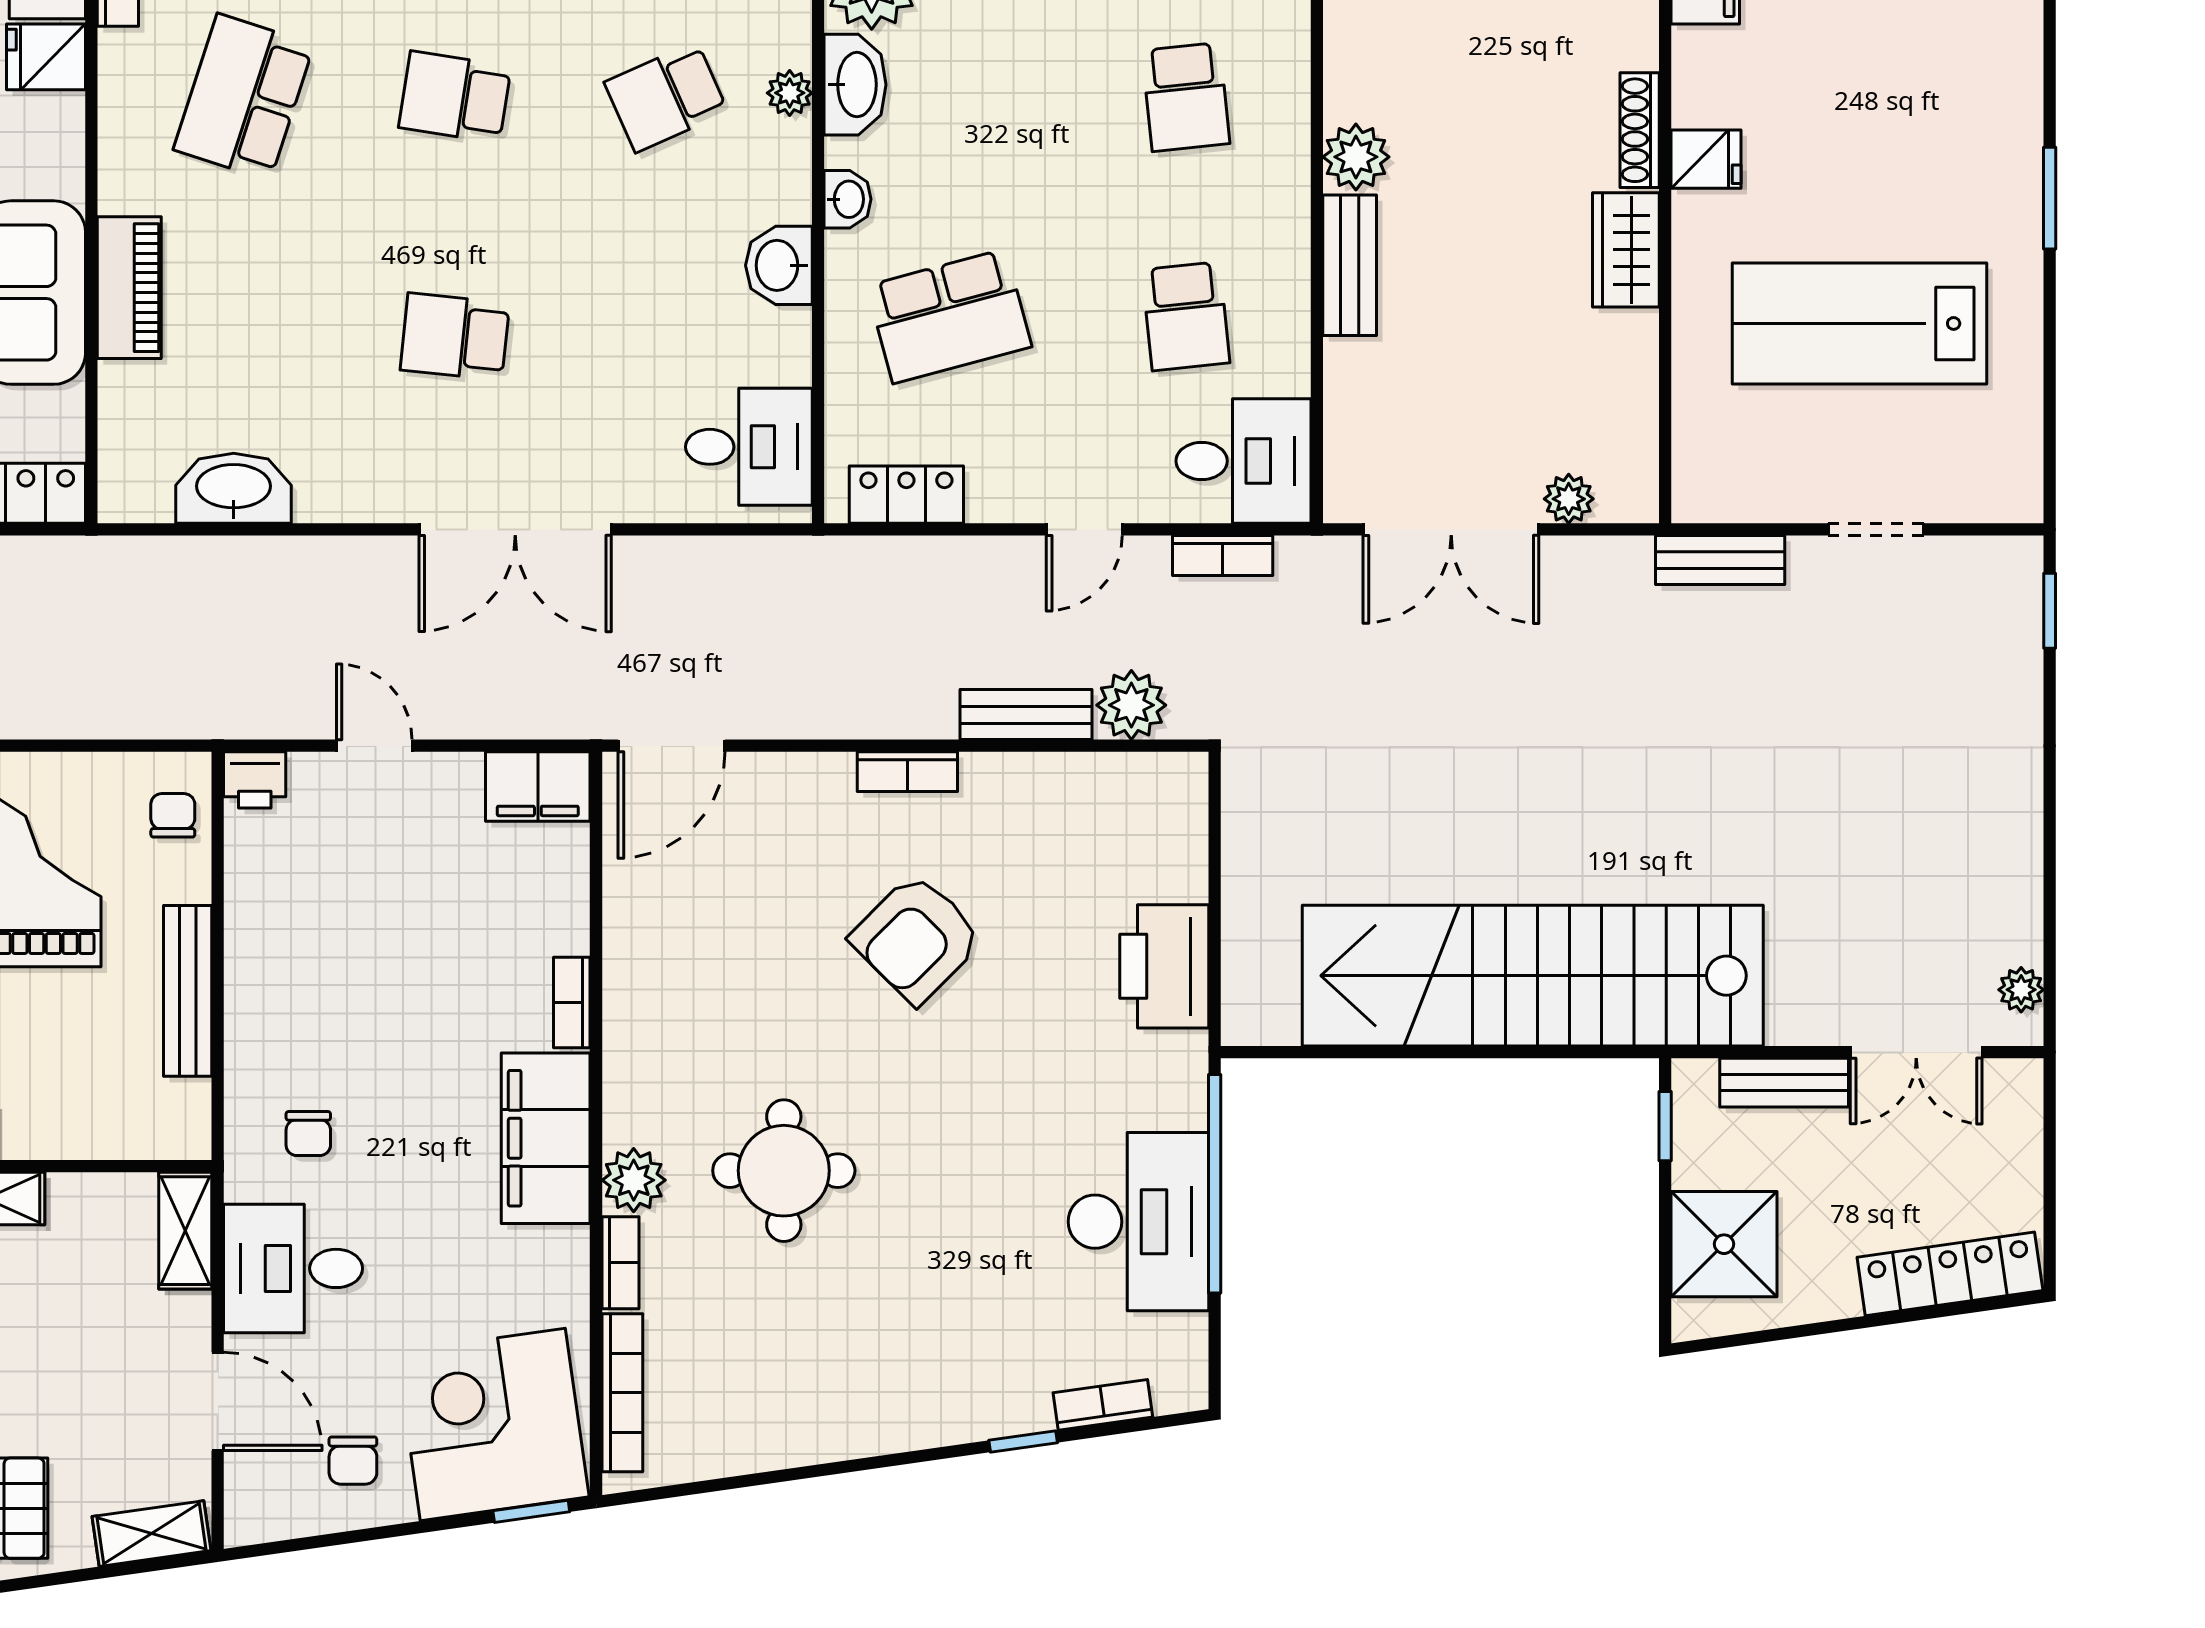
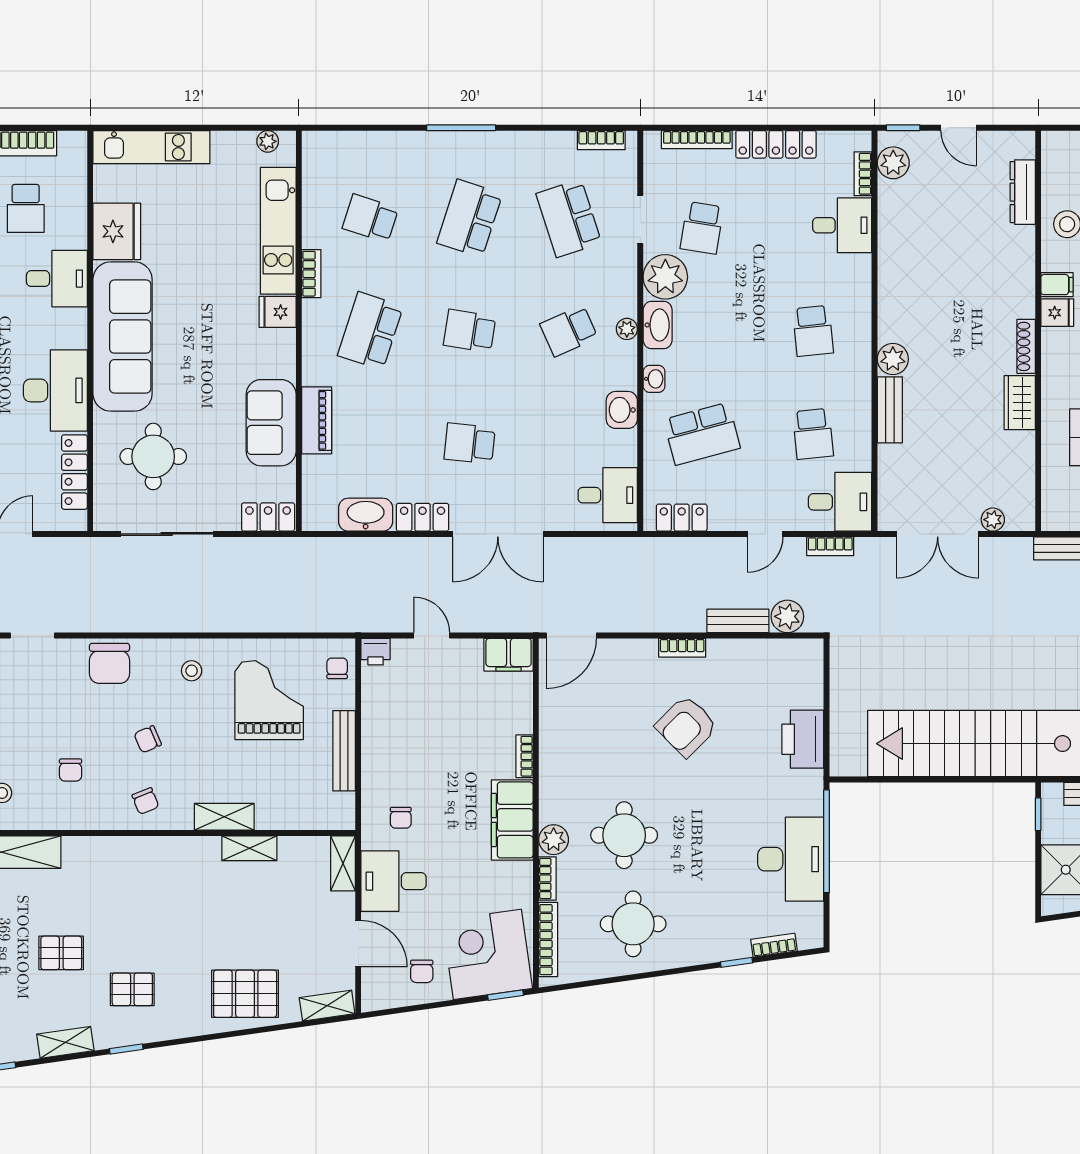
fridge: (1706, 159) -> (1057, 313), moved
locker: (355, 494) -> (423, 517), added
round table: (803, 1359) -> (633, 924), added

